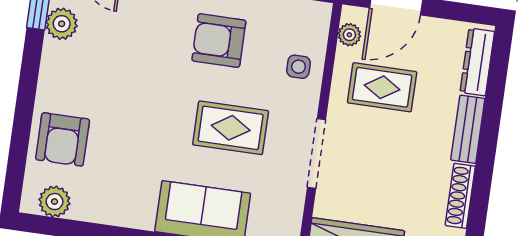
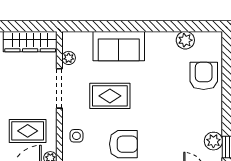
plant: (54, 202) -> (185, 40), moved
plant: (293, 204) -> (69, 58), added

